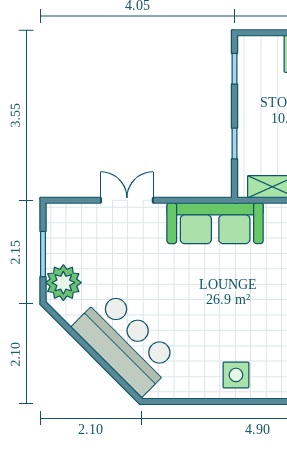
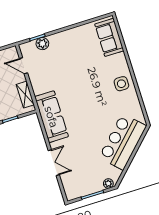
double door: (127, 200) -> (54, 163), swing flipped
plant: (63, 283) -> (108, 184), width x0.53, depth x0.53

